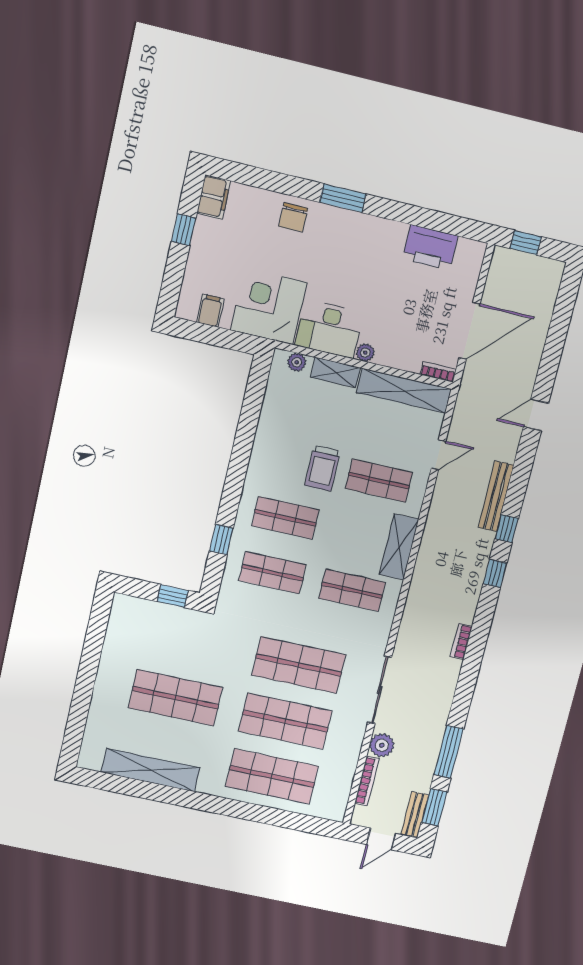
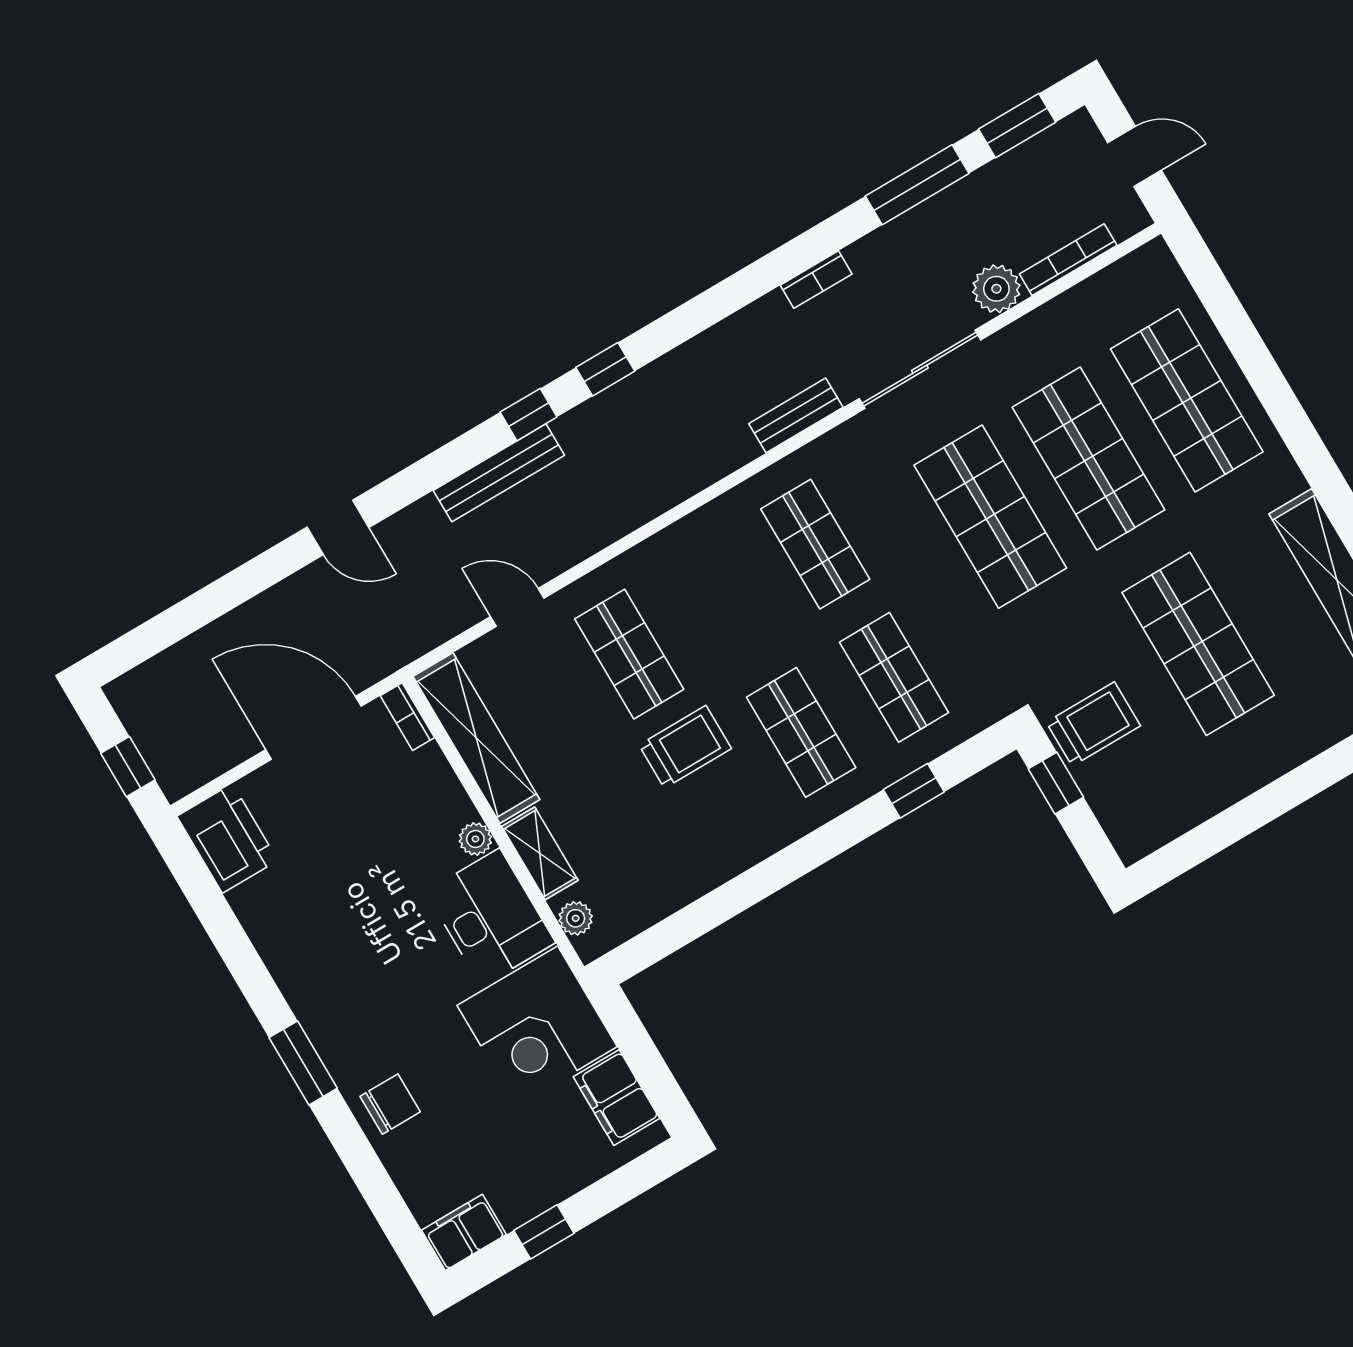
printer: (430, 247) -> (227, 838), moved
filing cabinet: (210, 311) -> (616, 1098), width x2.00
shelving: (399, 547) -> (694, 538), removed
trolley: (182, 631) -> (1093, 724), added
bookcase: (461, 641) -> (816, 280), moved
bench: (415, 814) -> (796, 415), moved

